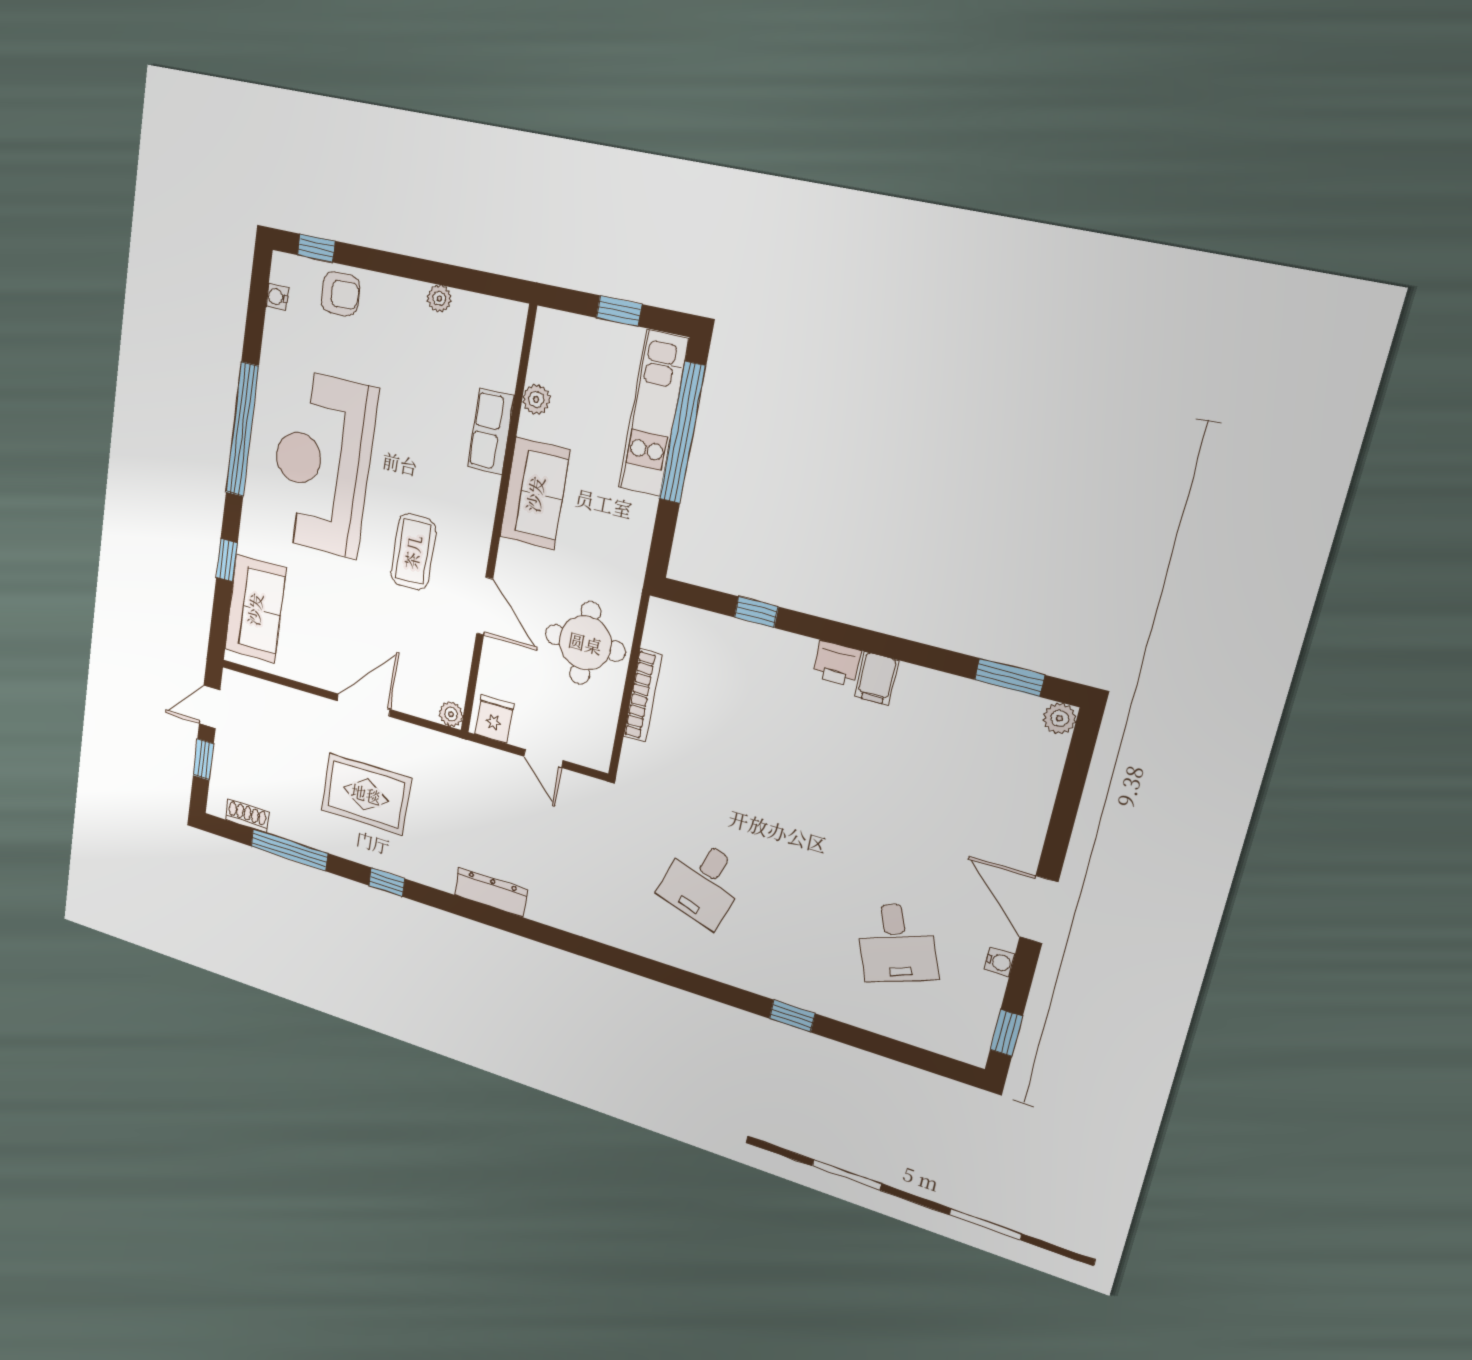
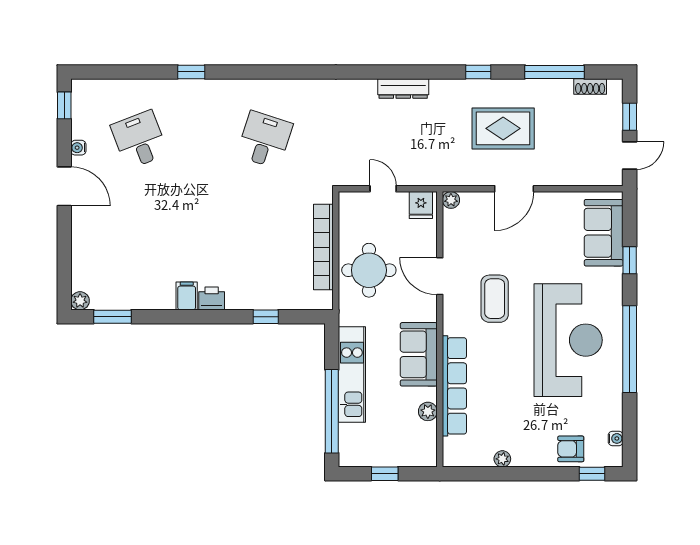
kitchen unit: (653, 414) -> (352, 375), moved
row of seats: (491, 431) -> (454, 386), width x2.02
bookcase: (643, 696) -> (323, 247), width x1.48, depth x1.31

